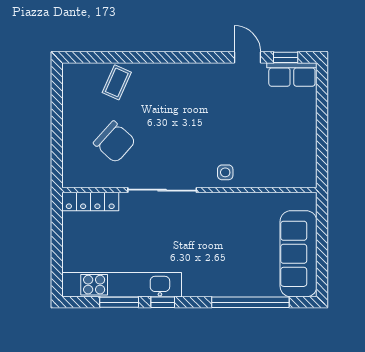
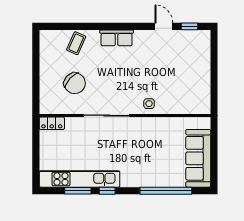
row of seats: (292, 74) -> (117, 38), moved
locker: (90, 202) -> (52, 123), width x0.66

